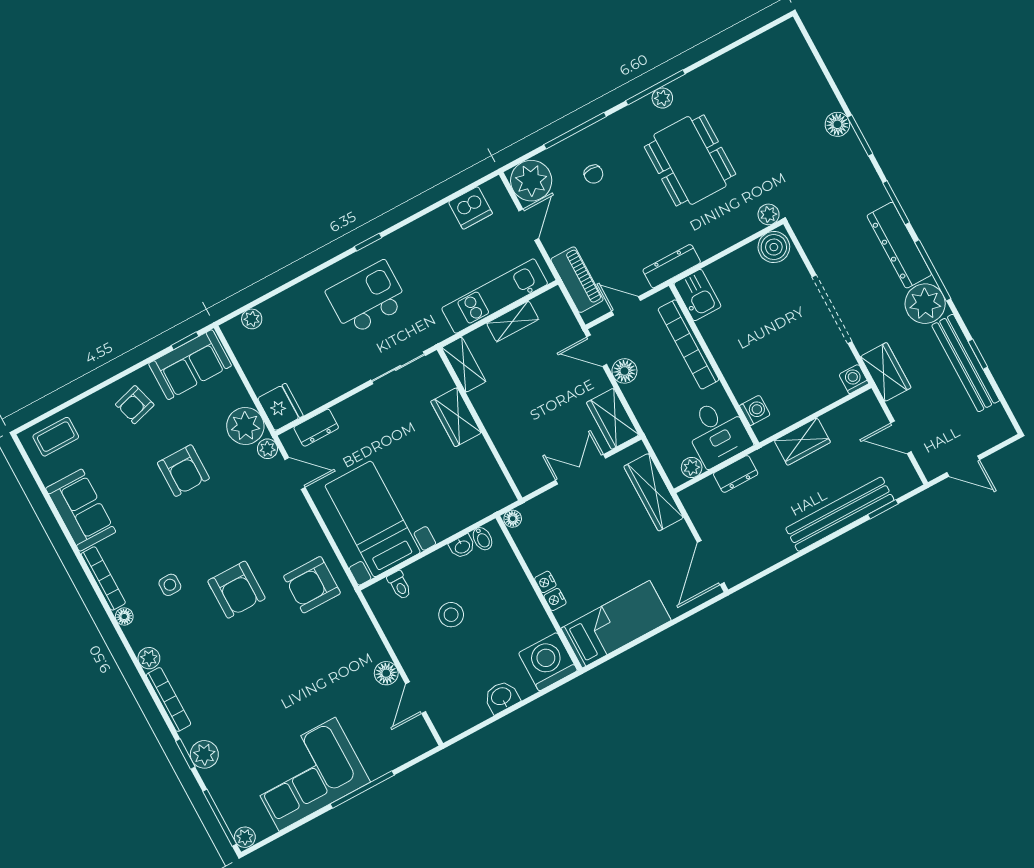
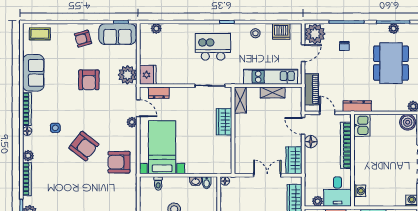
stool: (428, 235) -> (255, 33), added
plant: (267, 449) -> (132, 122), moved
armchair: (236, 590) -> (84, 146), turned -52

